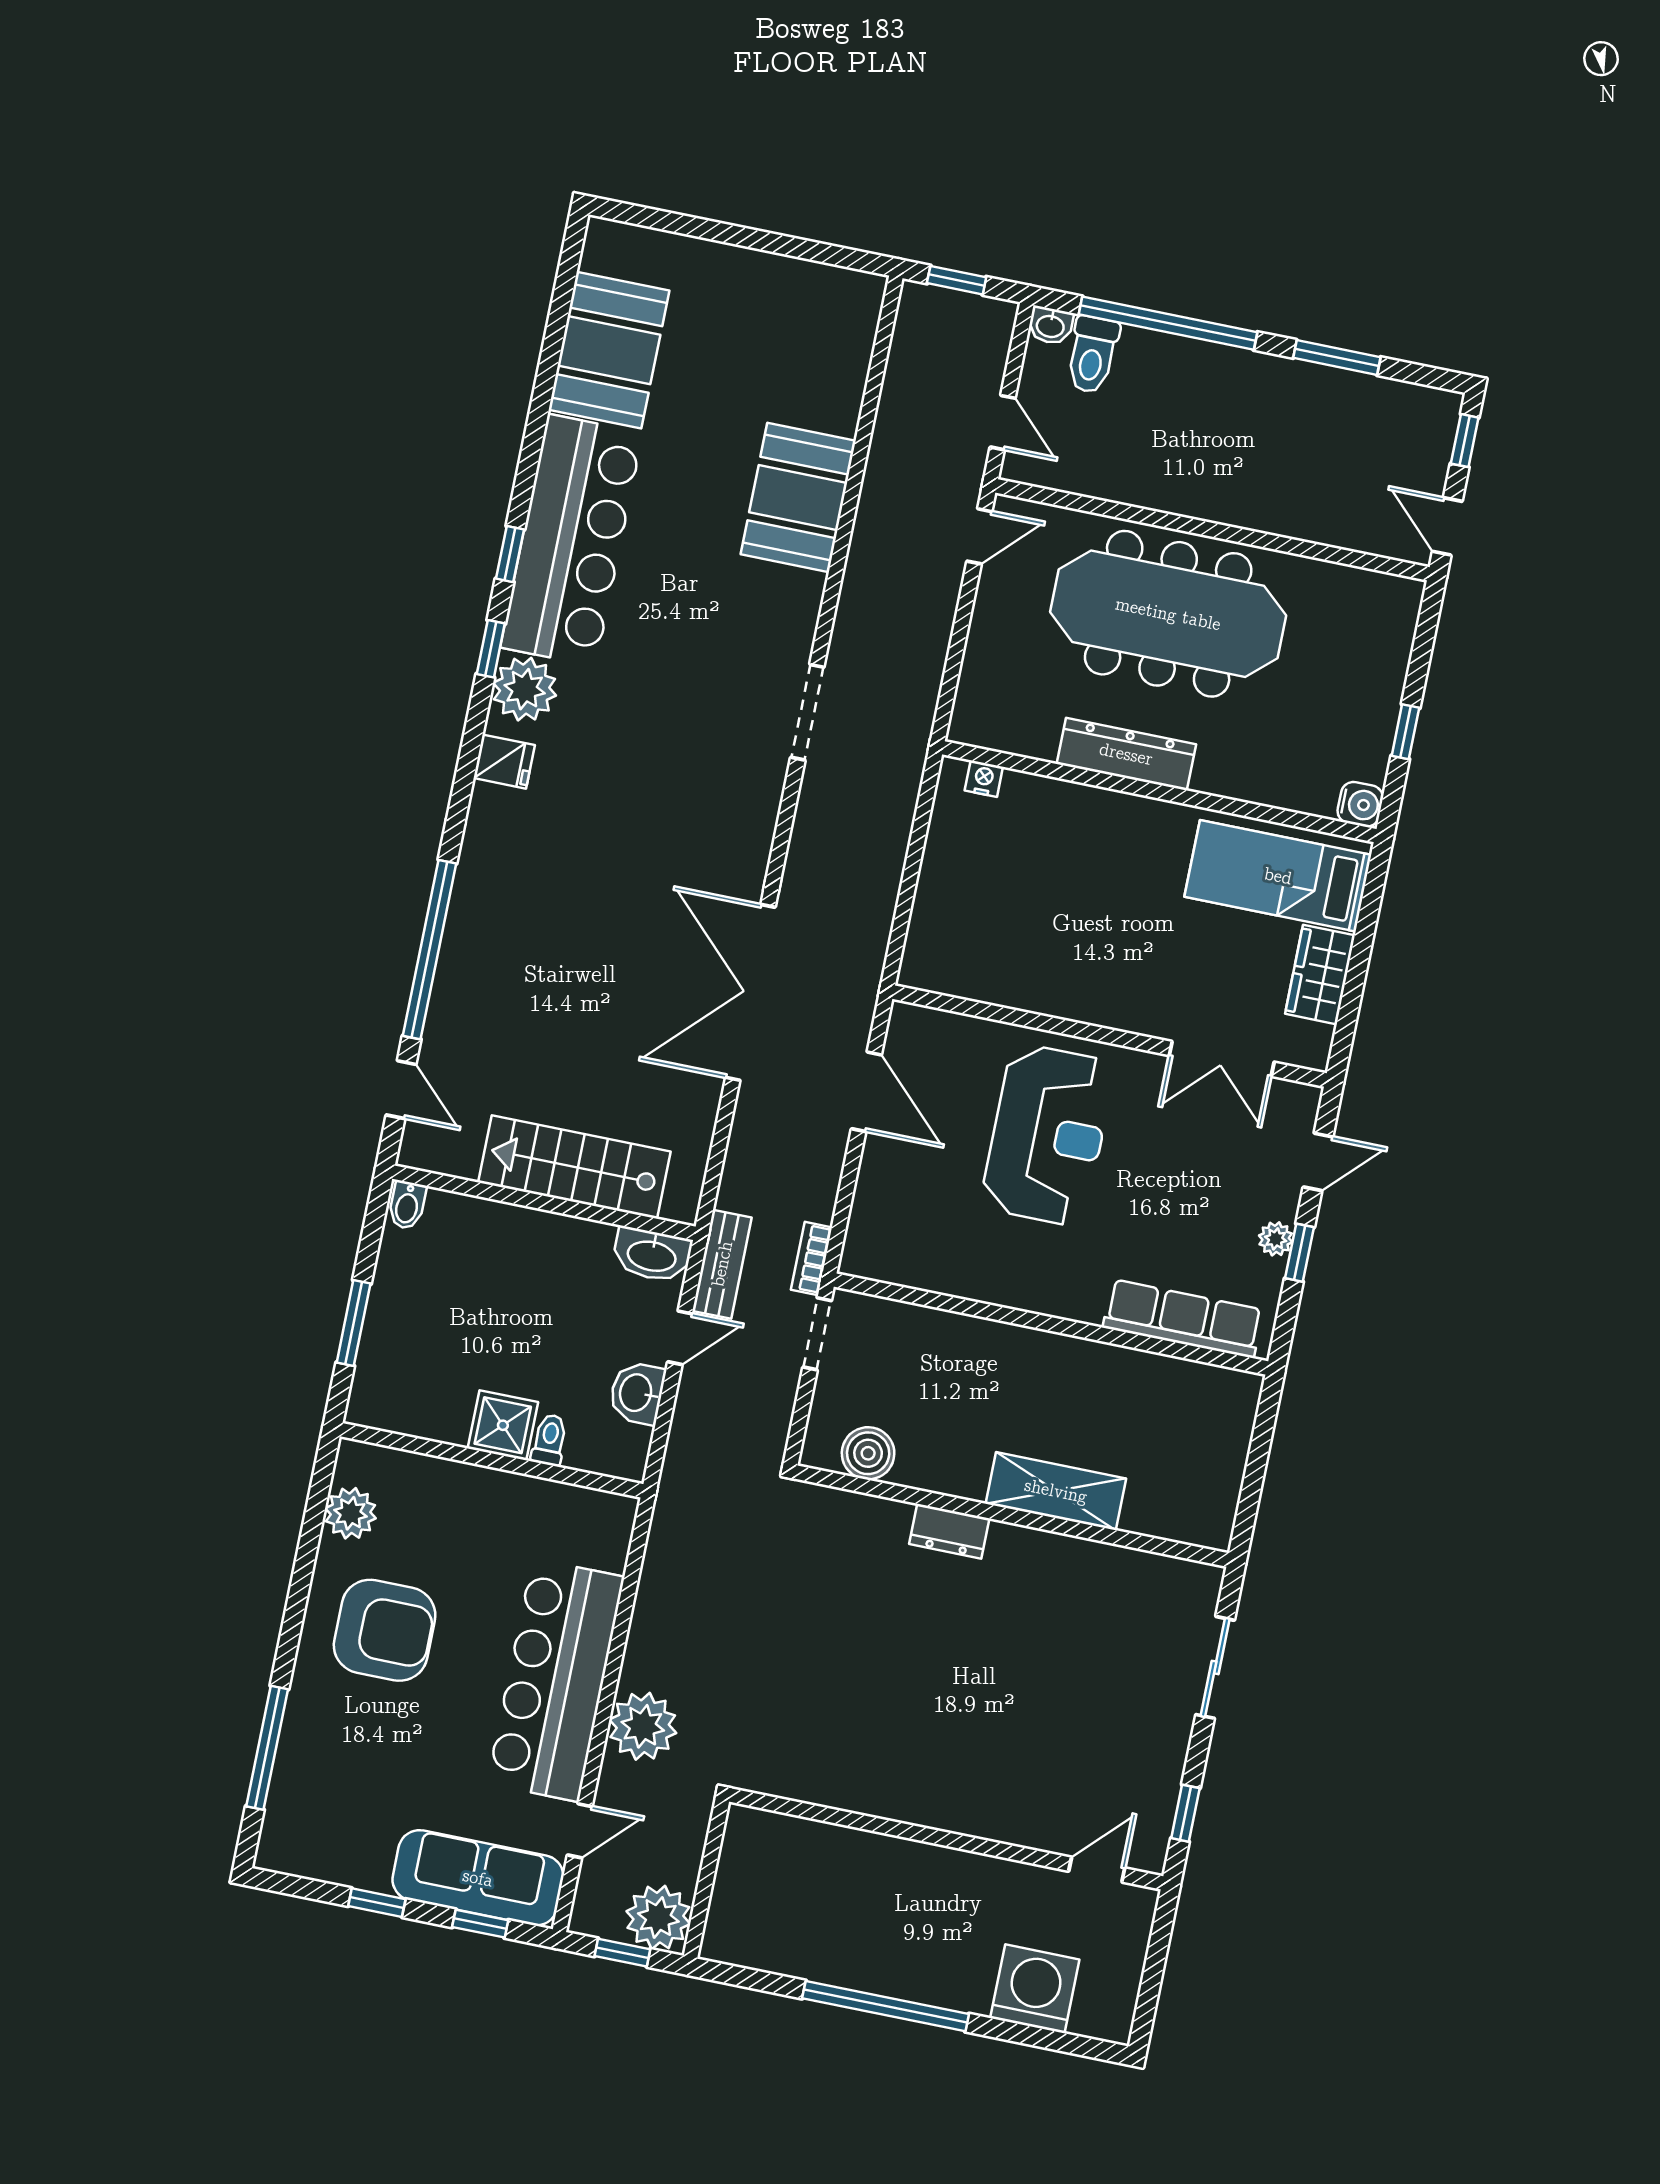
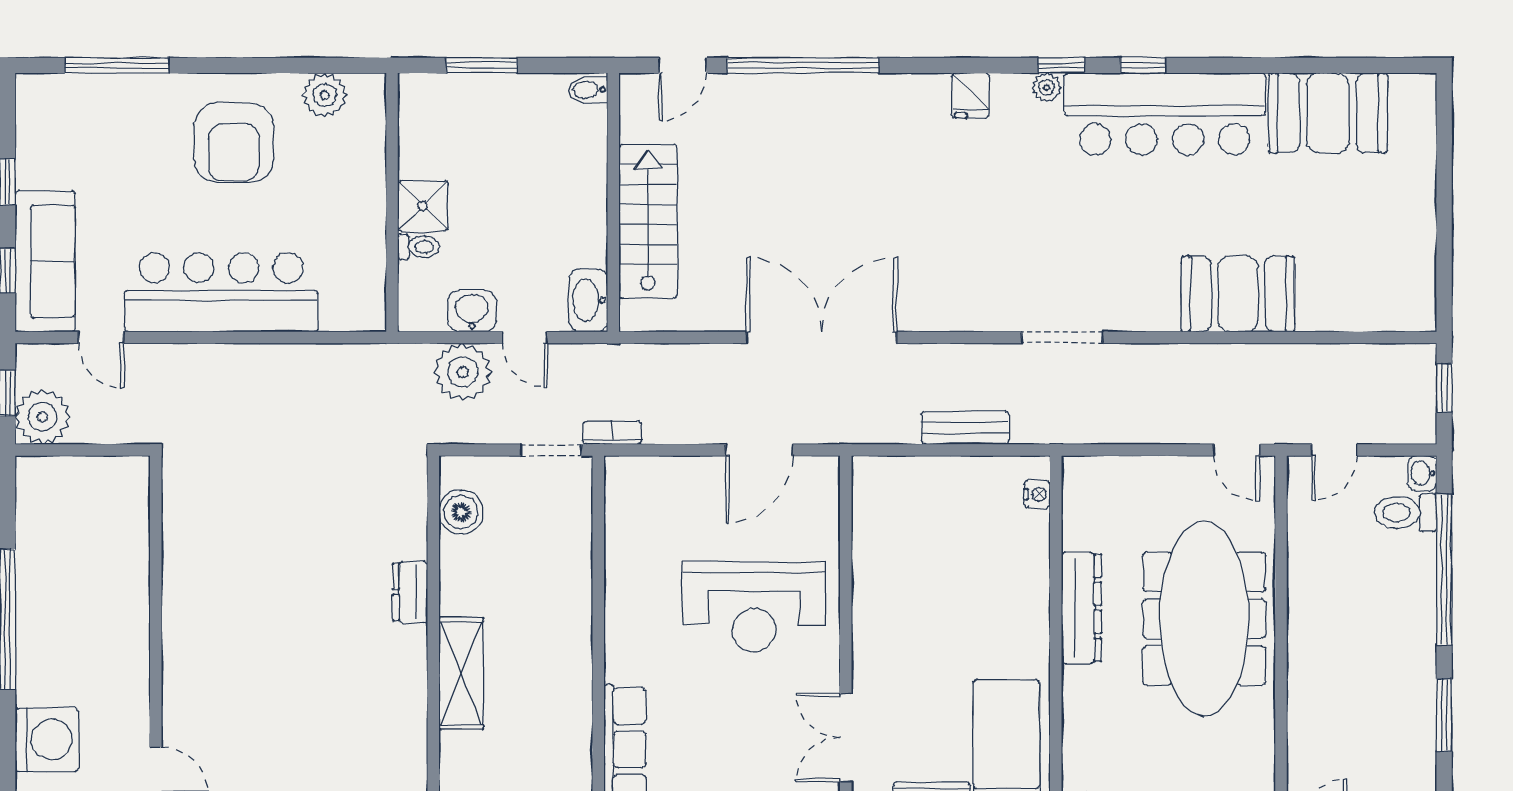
plant: (525, 689) -> (1047, 87), width x0.53, depth x0.53
bench: (722, 1264) -> (965, 428), moved
plant: (643, 1726) -> (463, 372), moved

